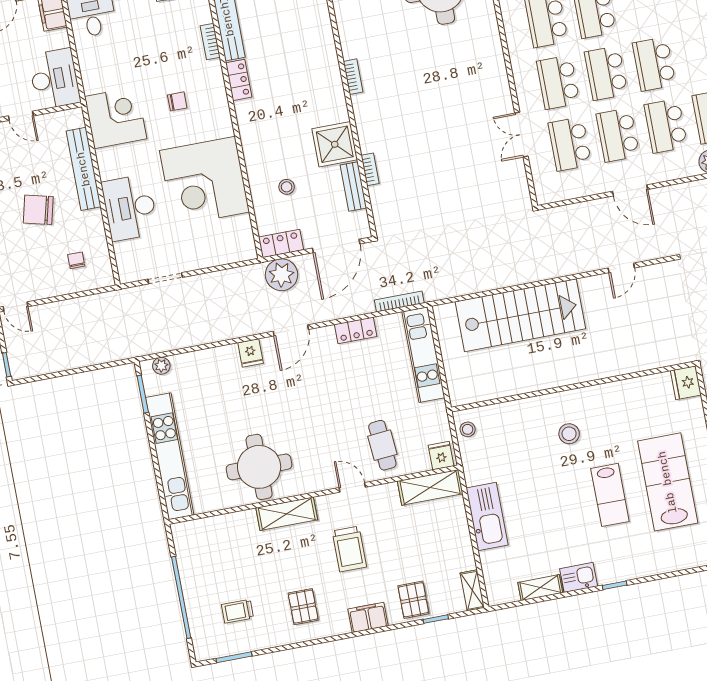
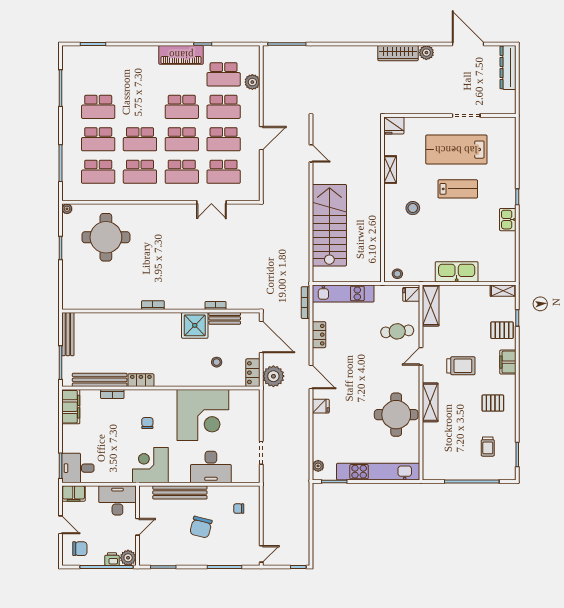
shelving: (540, 588) -> (390, 170), moved

